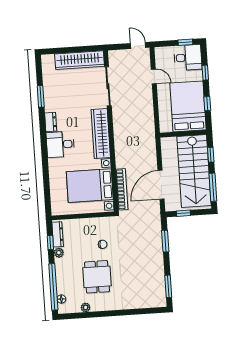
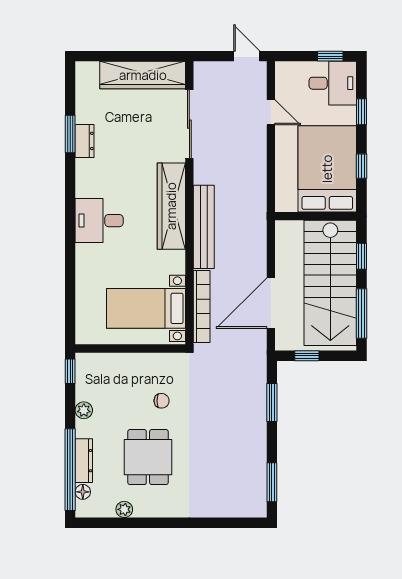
dresser: (51, 122) -> (85, 141), moved
bench: (120, 144) -> (204, 227), added
bed with nightstands: (90, 186) -> (146, 308), width x0.73
dresser: (58, 234) -> (84, 461), moved
window: (50, 243) -> (70, 371), moved

